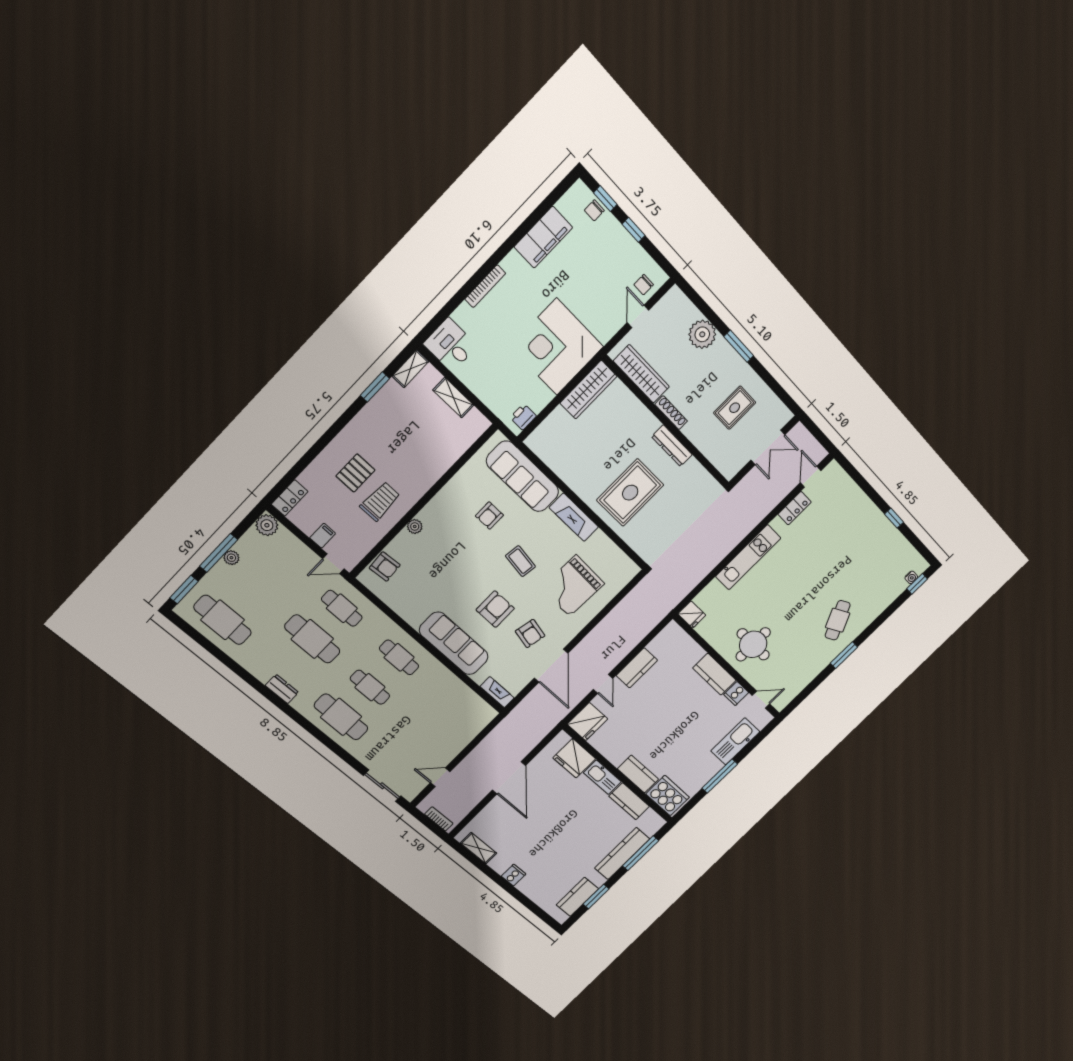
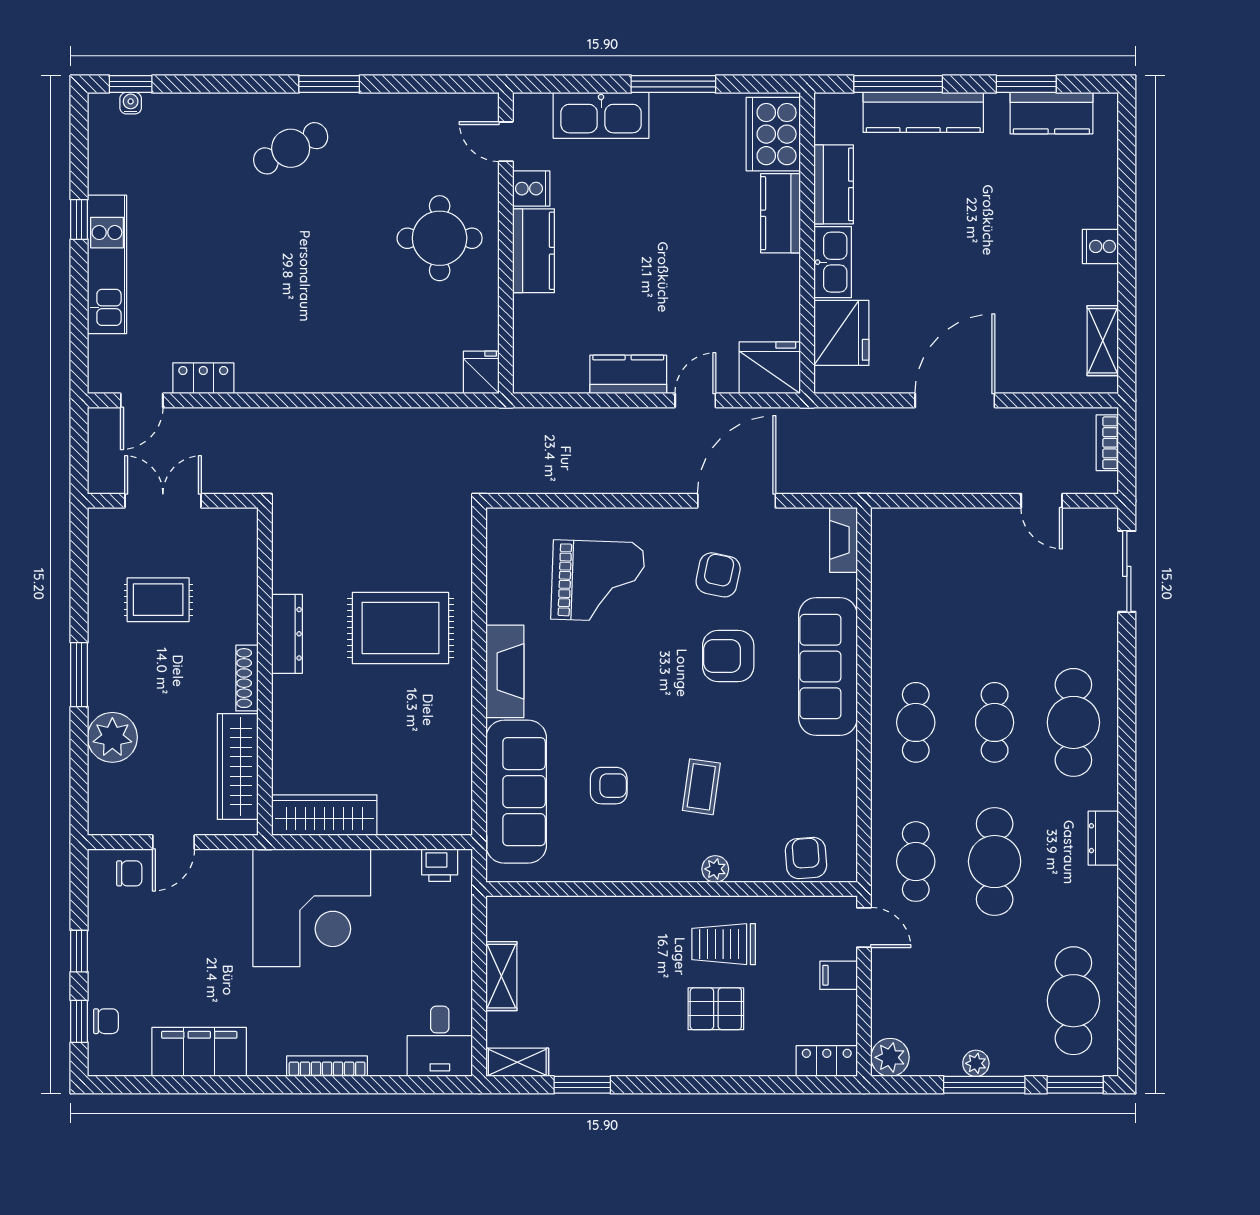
kitchen unit: (748, 557) -> (107, 264), moved, turned 90
coffee table: (520, 561) -> (701, 787), moved

